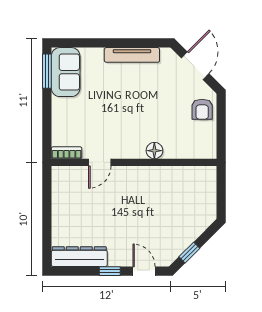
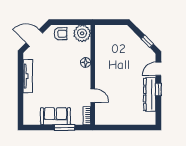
window: (47, 71) -> (65, 128), moved
sofa: (66, 72) -> (55, 116), moved
plant: (203, 145) -> (82, 33), added
dresser: (79, 257) -> (150, 94), moved

